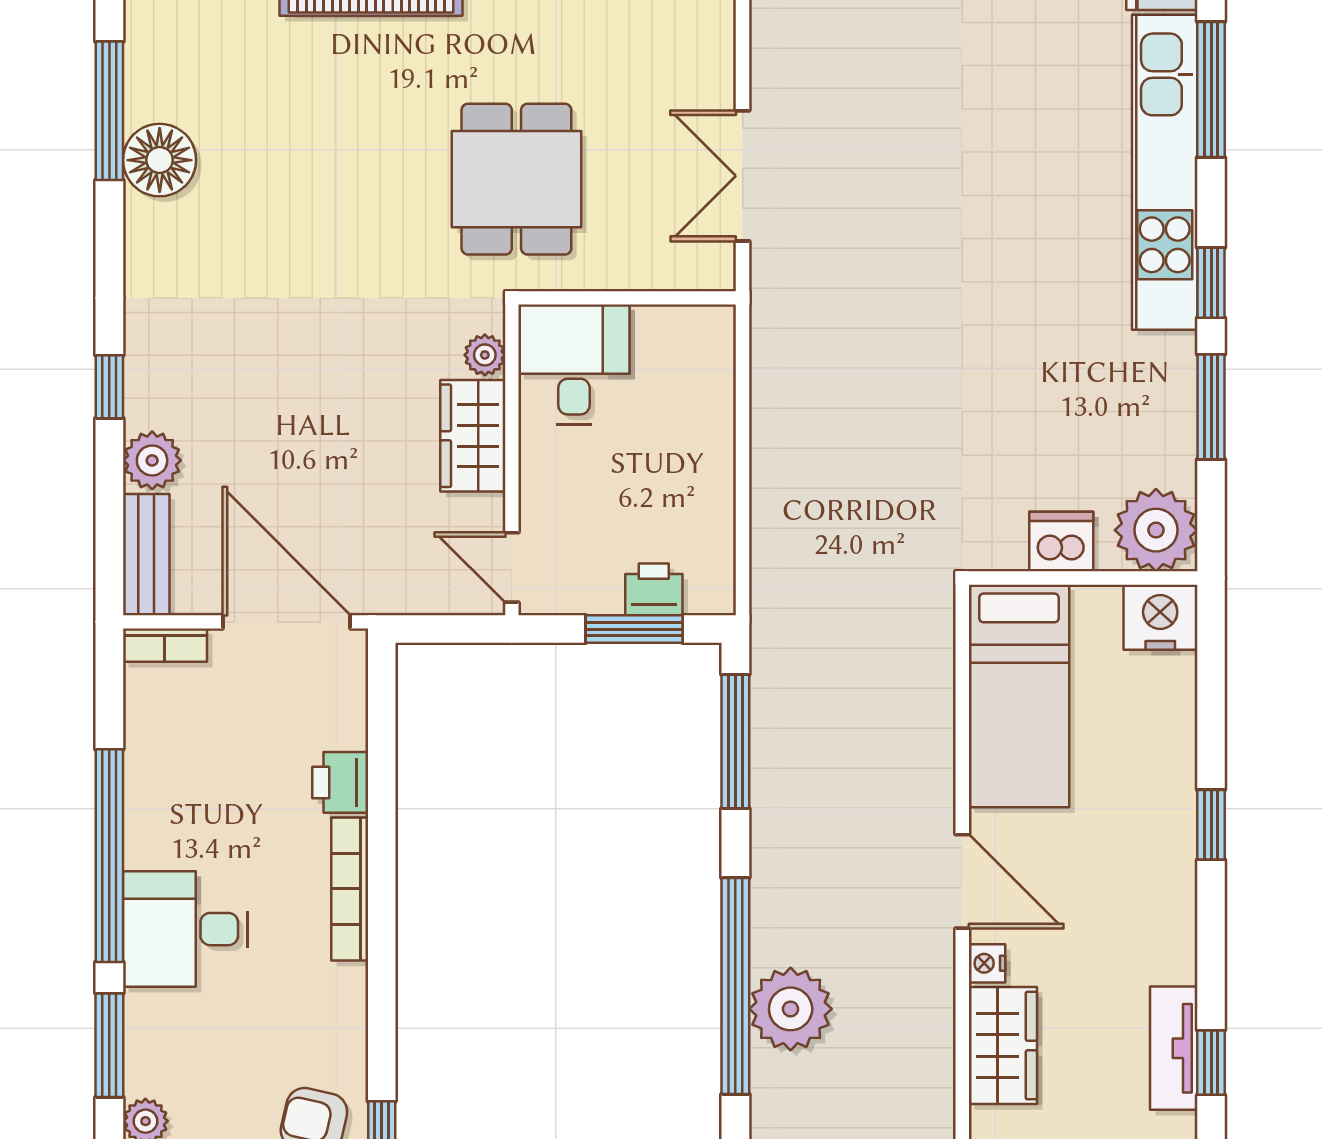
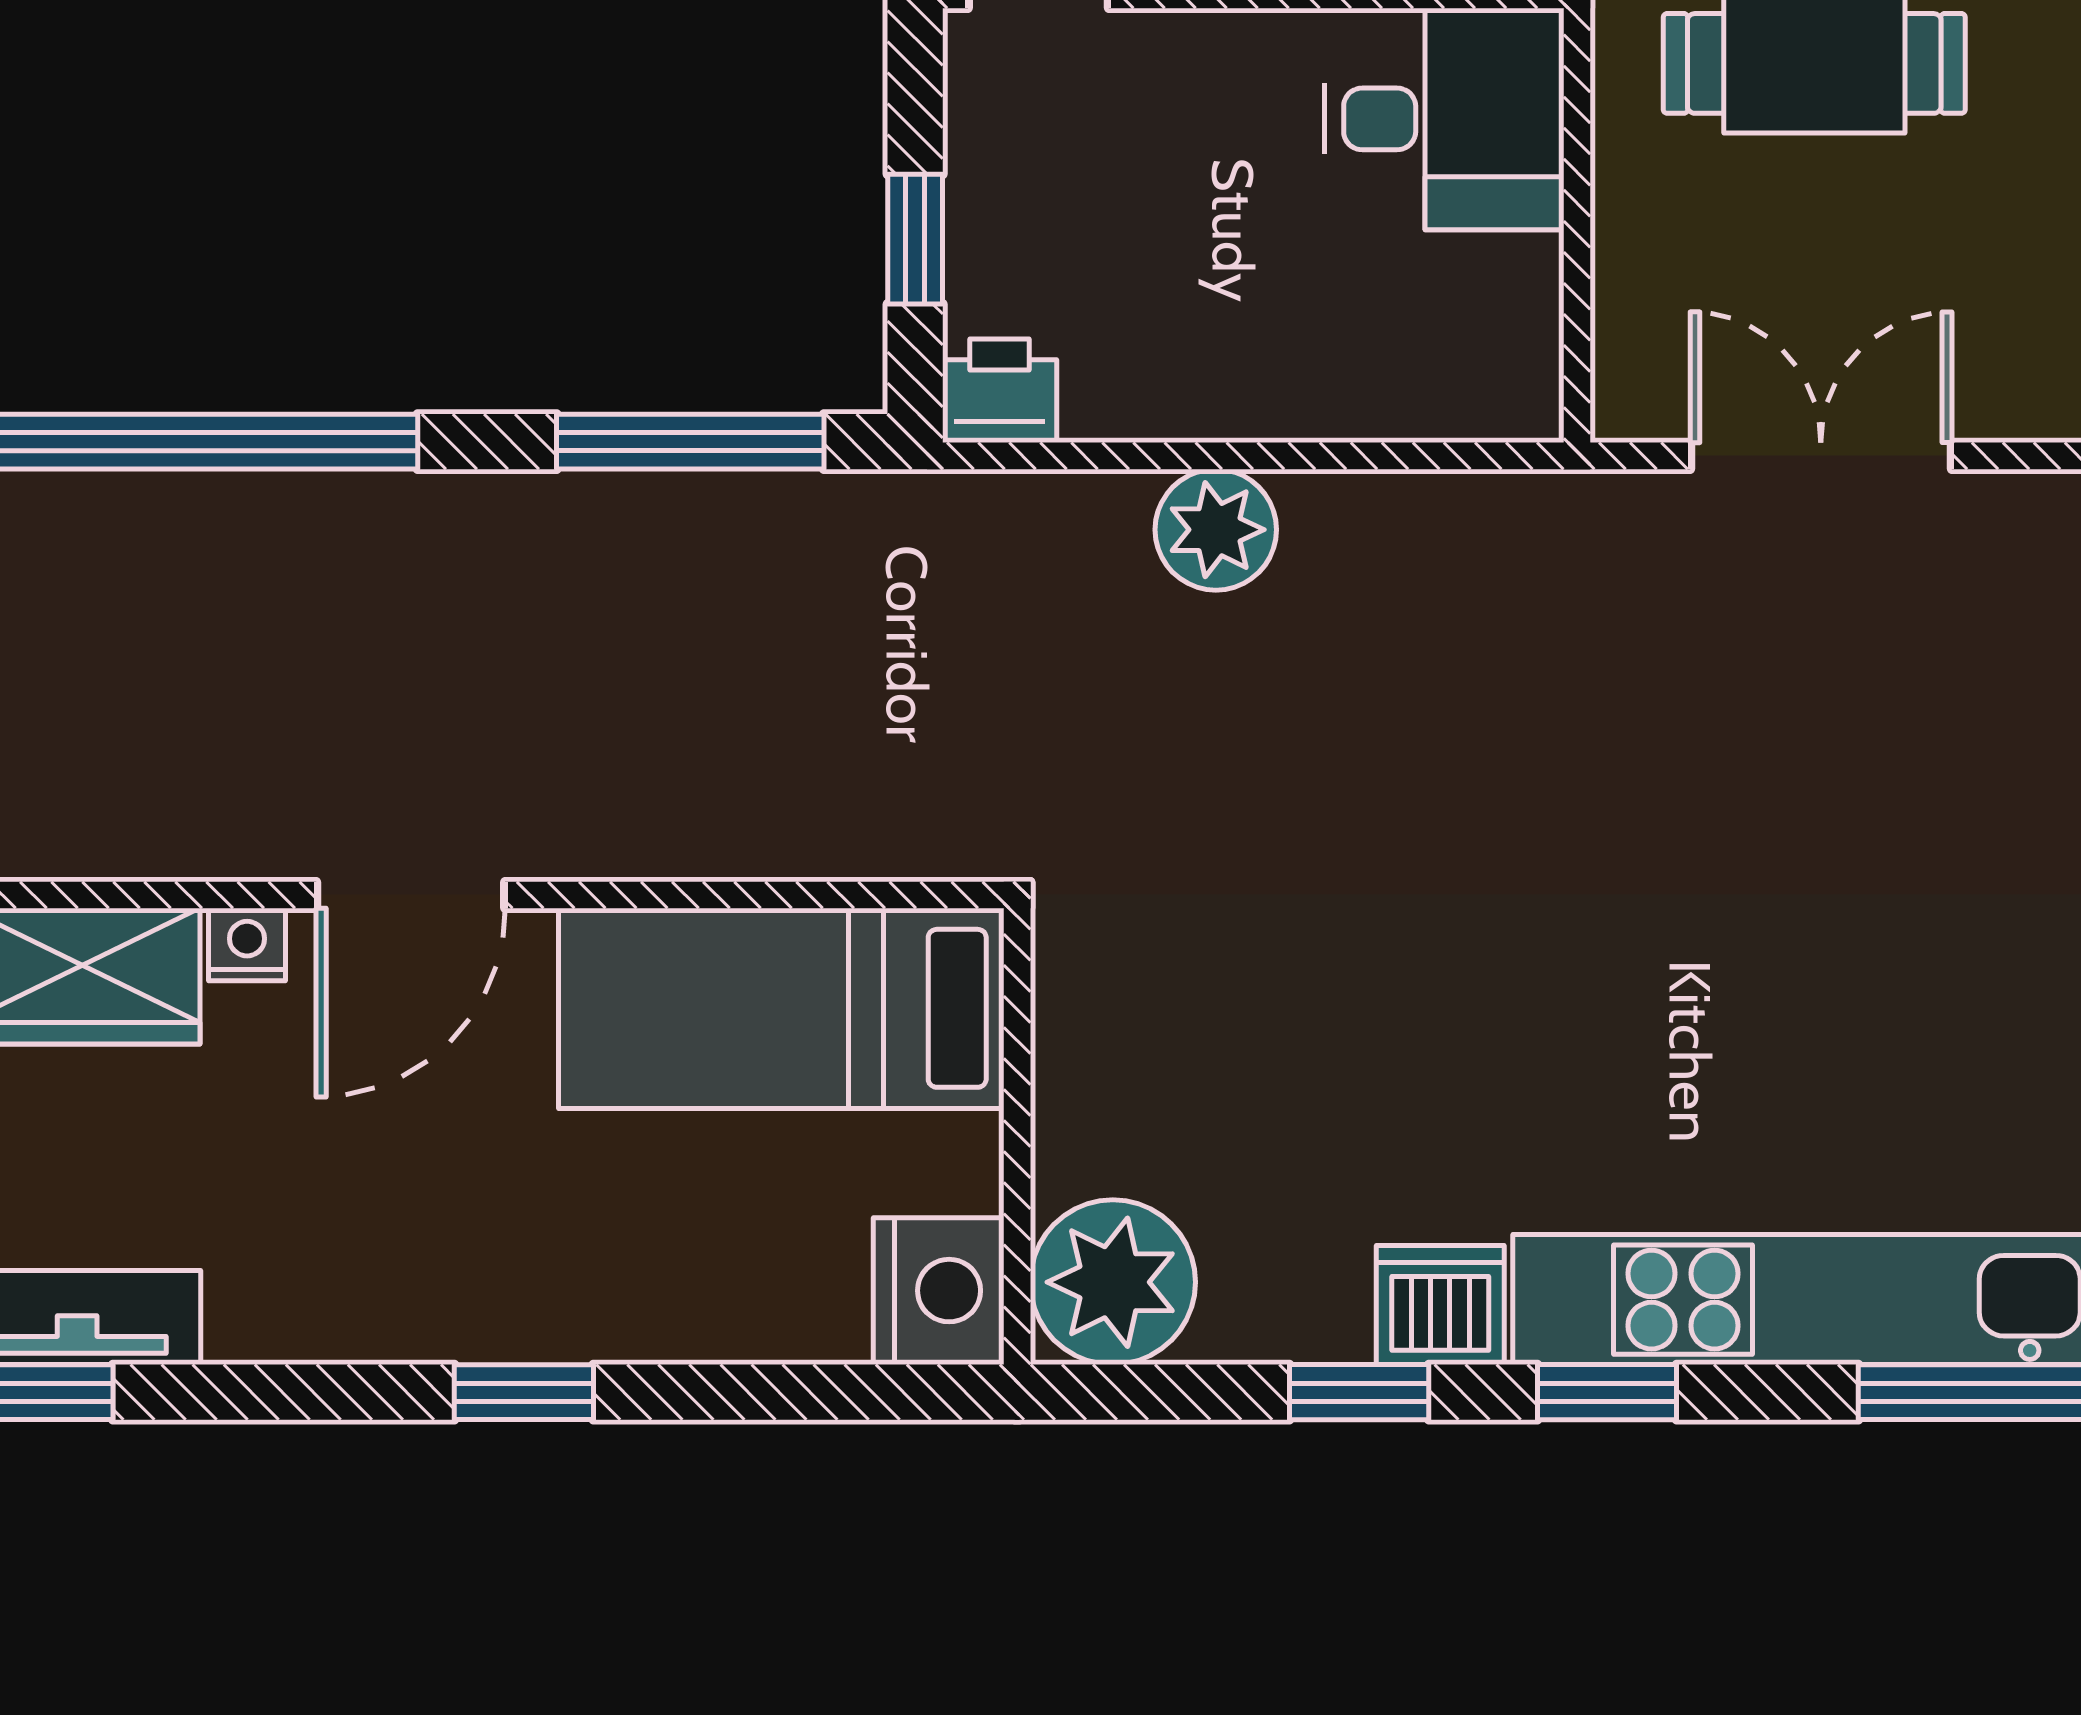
window: (1211, 407) -> (1359, 1392), width x0.67
dishwasher: (1061, 541) -> (1440, 1305), moved, turned -90
printer: (654, 589) -> (1000, 391), moved, turned -90
window: (634, 629) -> (915, 239), width x0.67
plant: (791, 1009) -> (1216, 530), moved, width x0.73, depth x0.73

